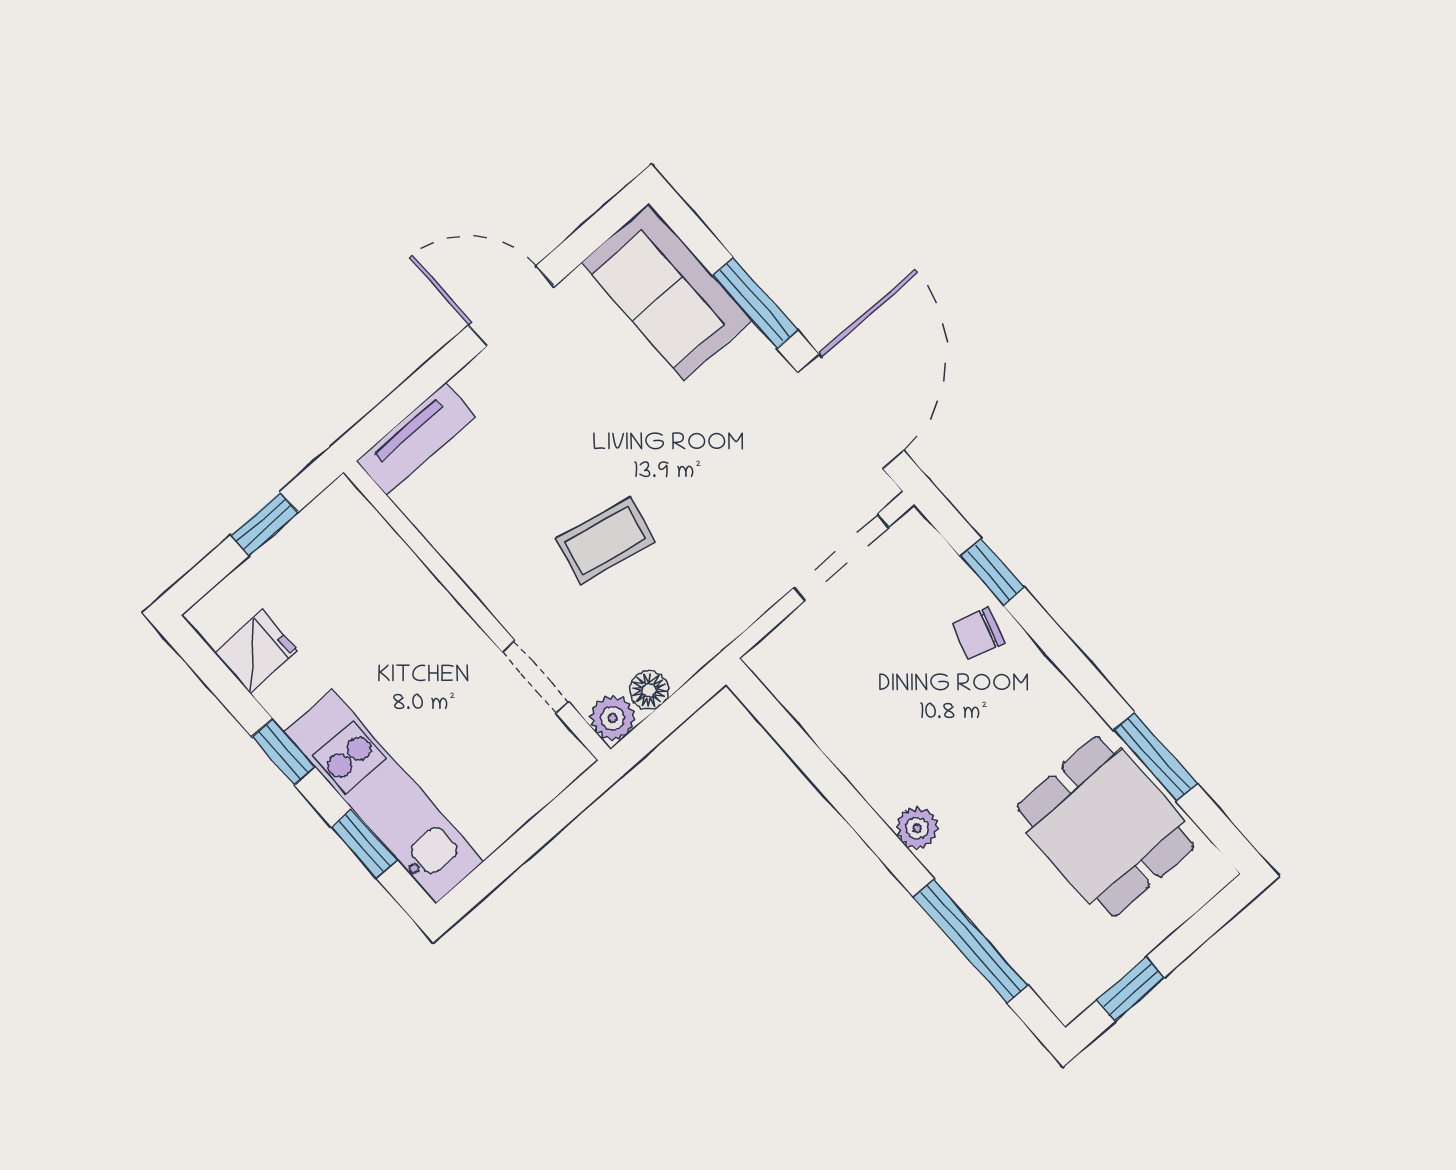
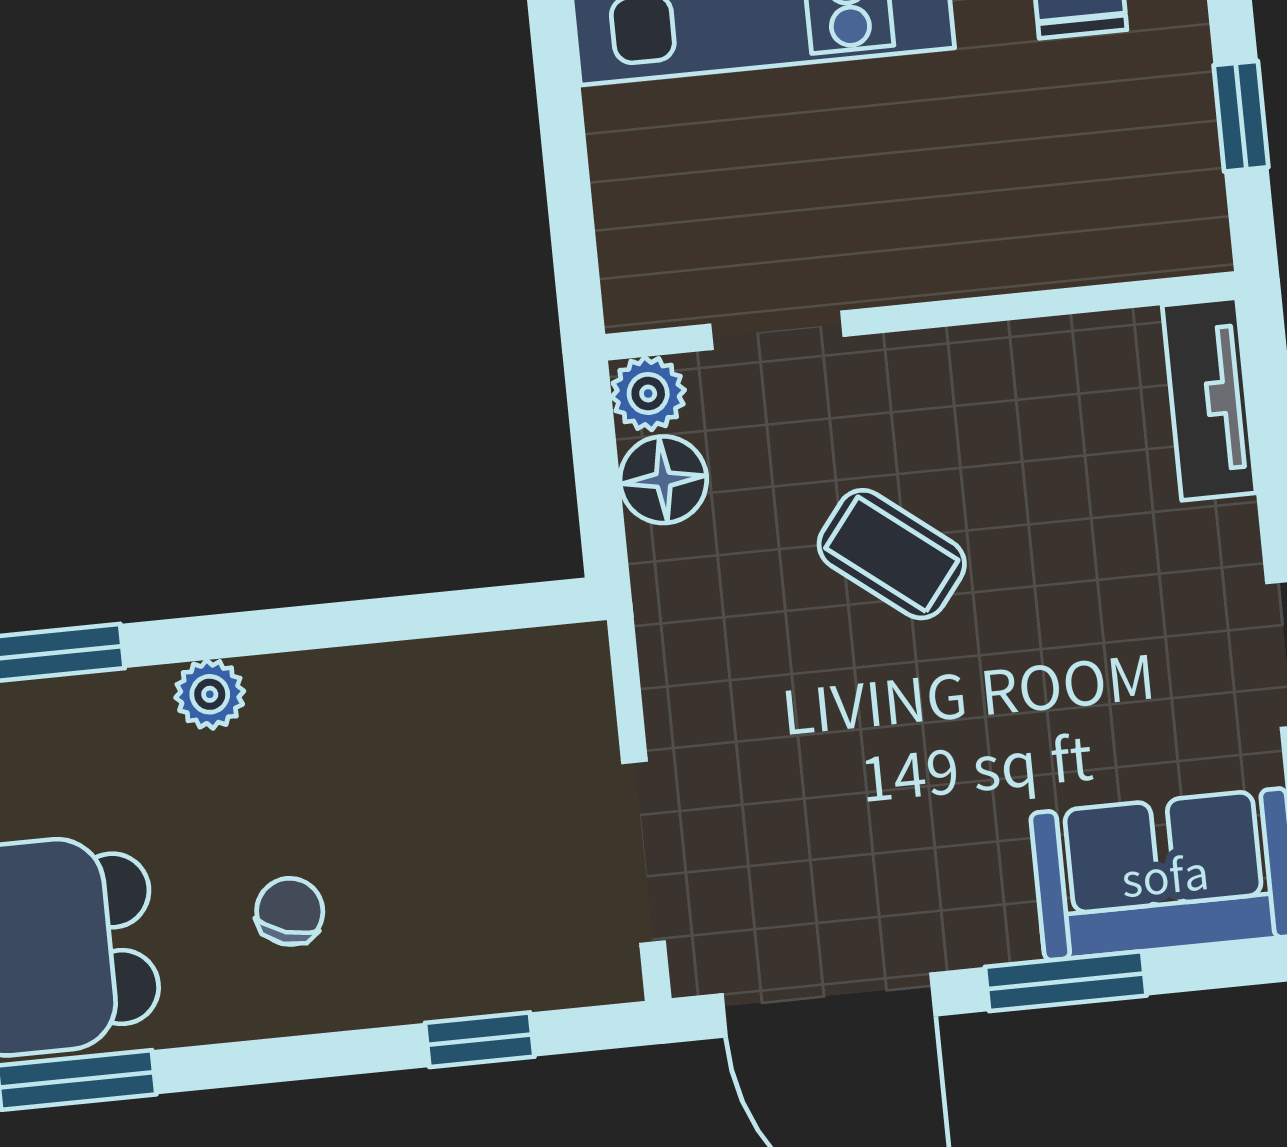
coffee table: (605, 540) -> (892, 554), turned -64
chair: (978, 633) -> (290, 911), moved
floor lamp: (649, 690) -> (663, 480), width x1.37, depth x1.37

